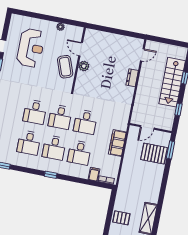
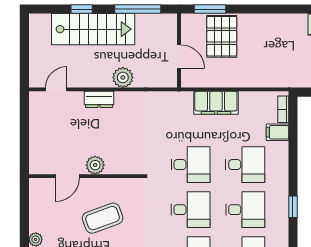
door: (81, 49) -> (67, 176), moved
door: (142, 55) -> (56, 89), hinge flipped
wall: (79, 60) -> (86, 176), moved
plant: (84, 66) -> (95, 165), moved
plant: (142, 94) -> (123, 77), added
window: (178, 109) -> (138, 9), width x2.17

